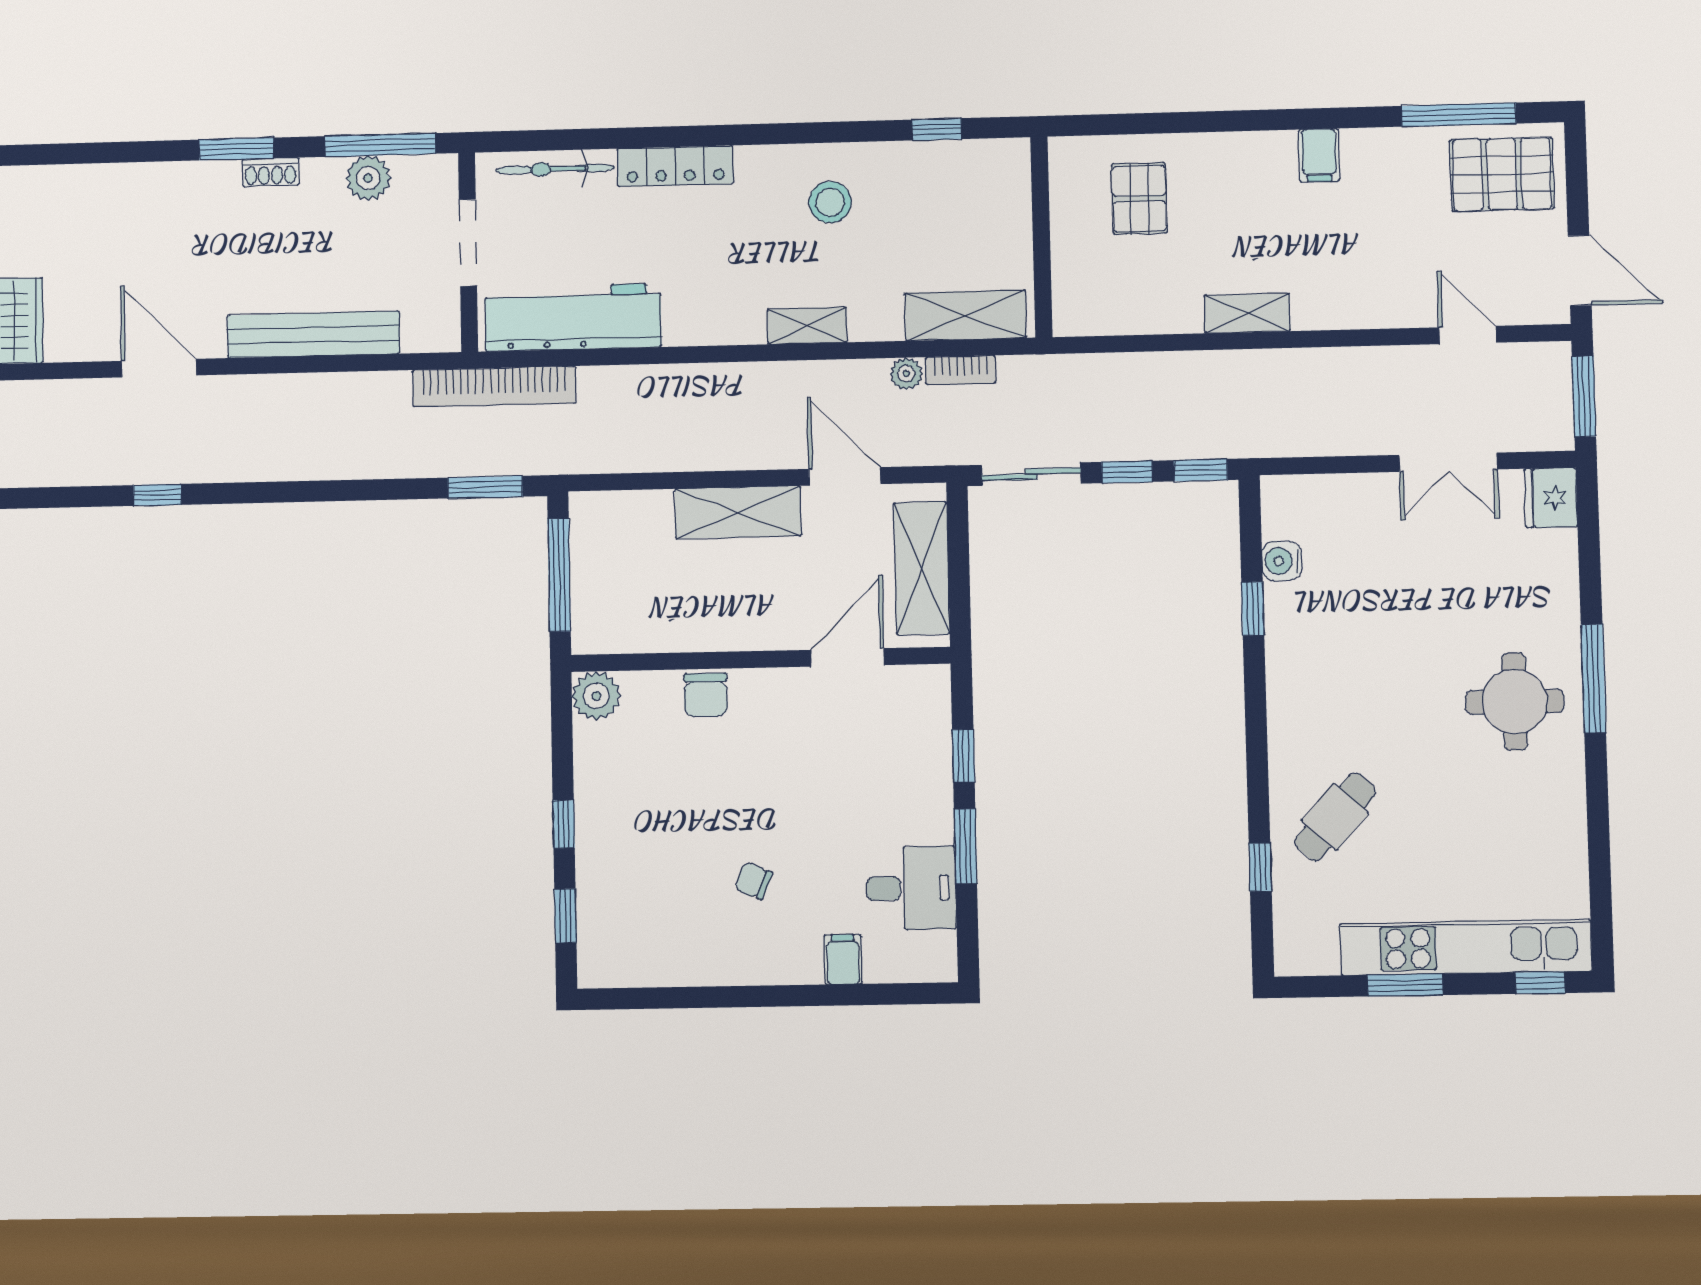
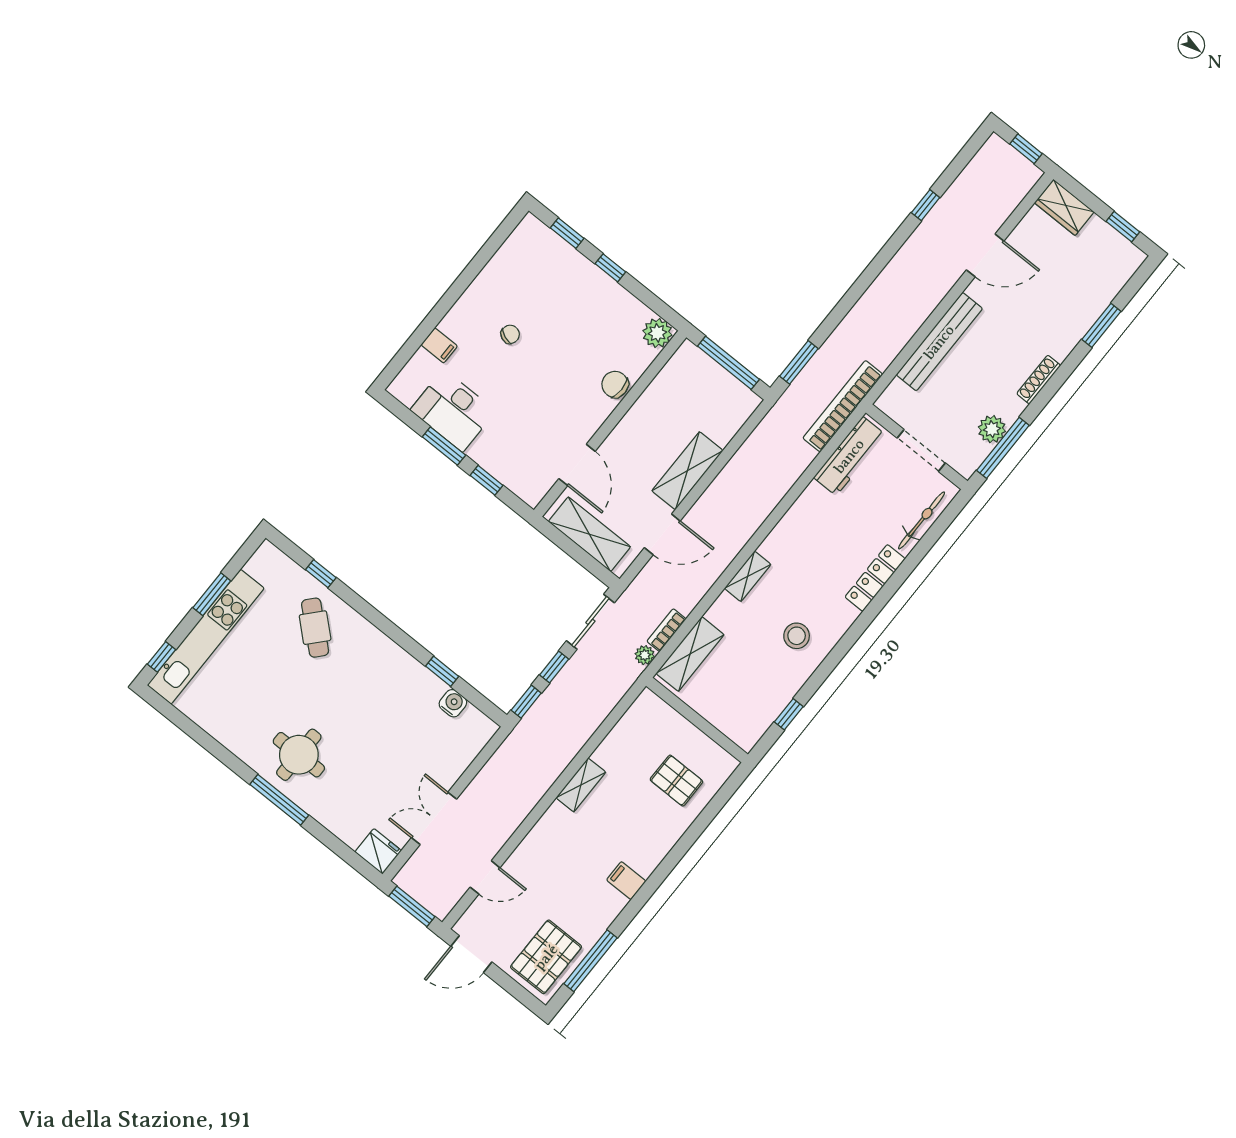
window: (236, 149) -> (1101, 325), moved
shoe rack: (270, 172) -> (1039, 380), width x1.43
workbench: (573, 317) -> (849, 456), width x0.73, depth x0.76
plant: (906, 374) -> (645, 655), moved
desk: (911, 888) -> (453, 411), width x1.37

